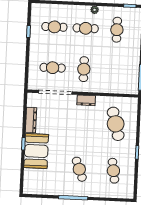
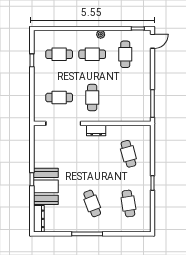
dresser: (31, 120) -> (39, 219), moved
cafe table: (116, 124) -> (128, 154), width x0.73, depth x0.74

